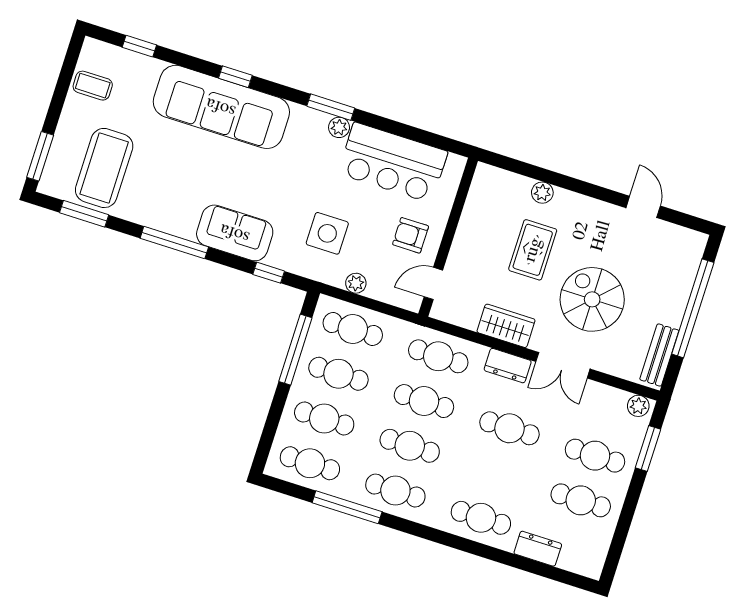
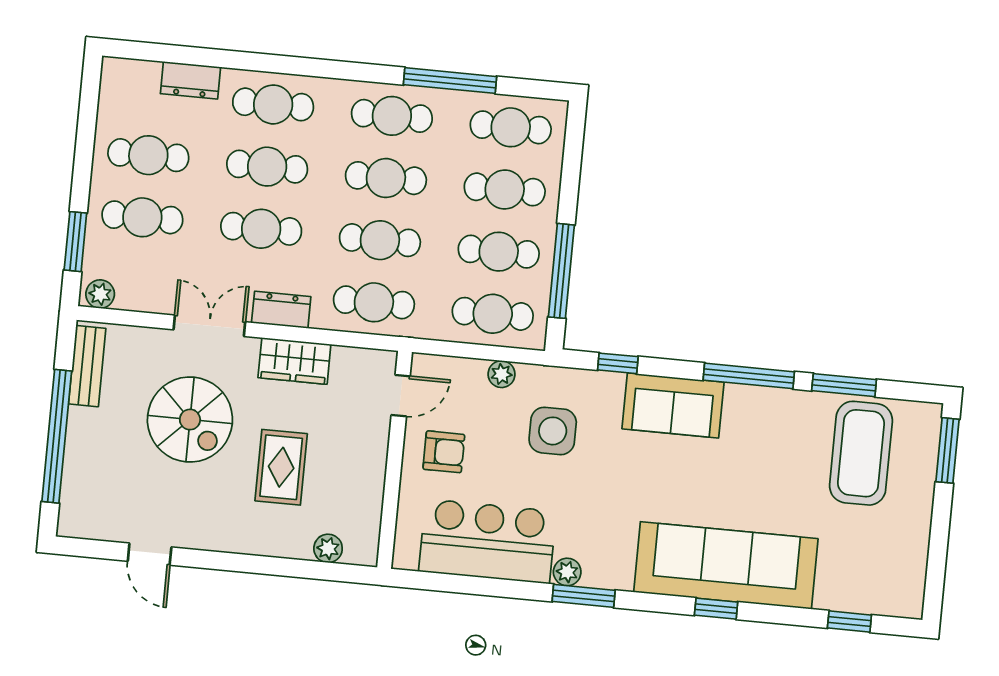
coffee table: (93, 86) -> (899, 557), removed
plant: (542, 193) -> (328, 548), moved
window: (84, 214) -> (844, 385), moved
cafe table: (495, 473) -> (267, 167), added

